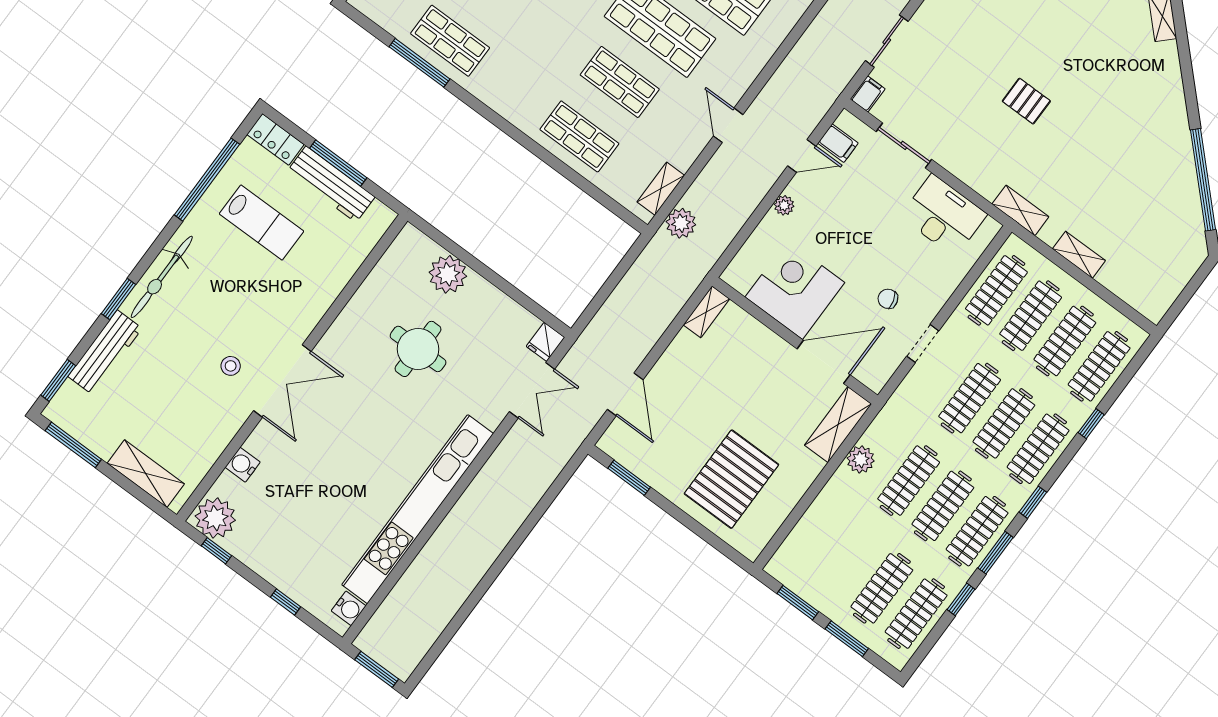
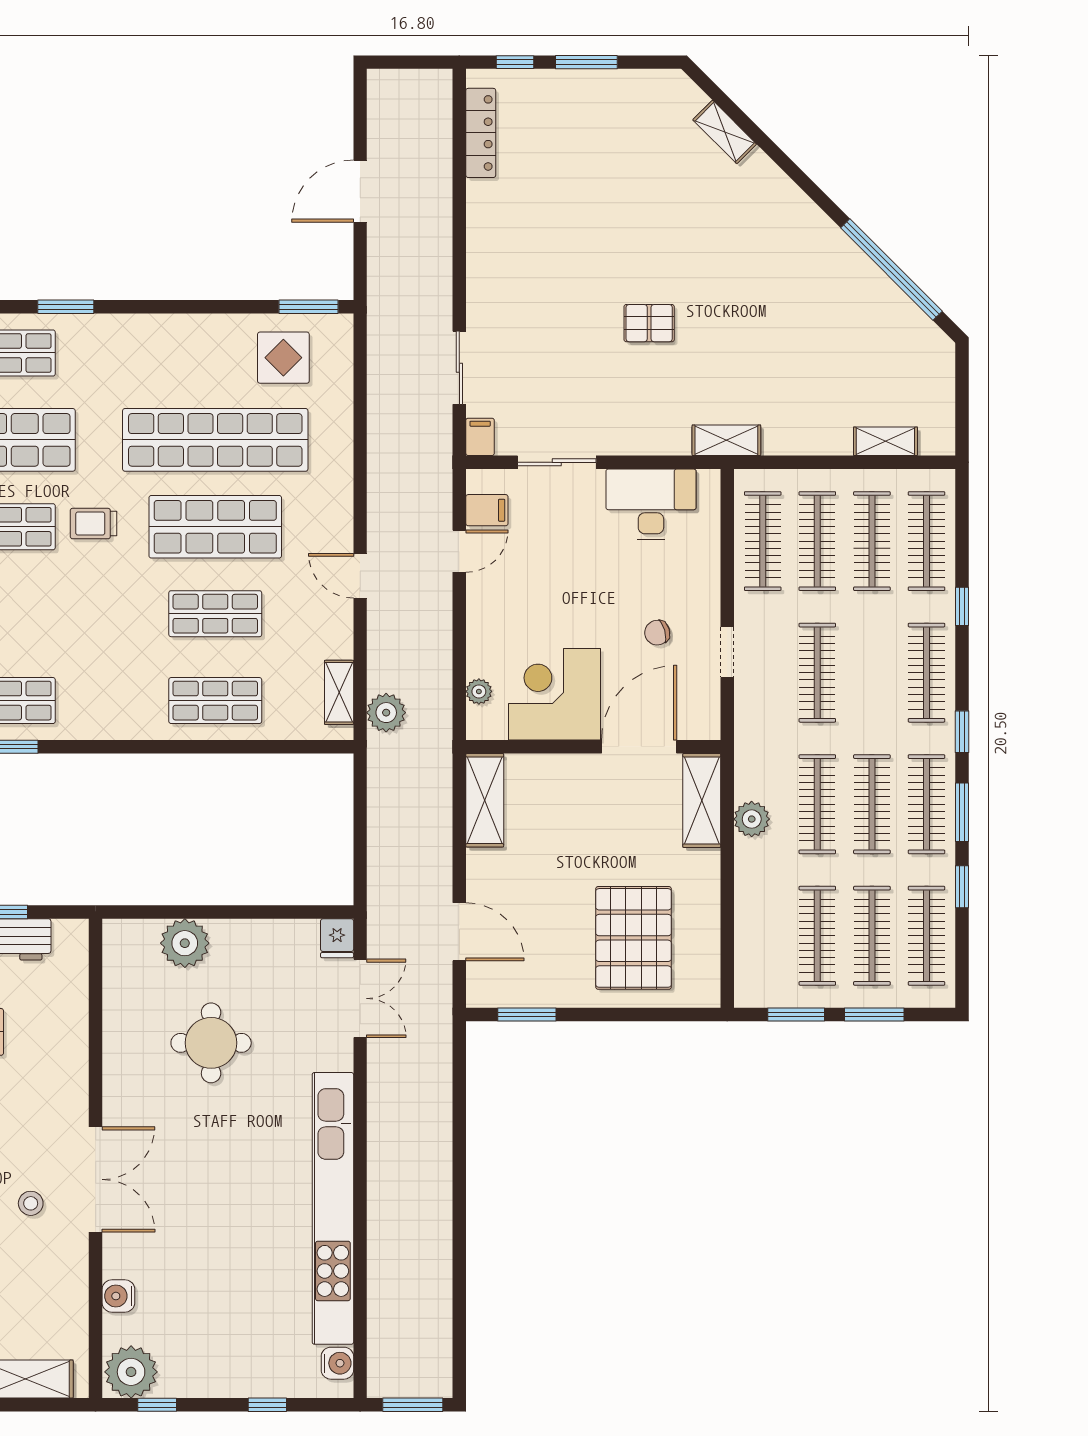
plant: (784, 205) -> (479, 691), moved
shelving: (1079, 255) -> (885, 441), moved
shelving: (706, 312) -> (485, 800), width x1.50, depth x1.33
clothes rail: (1004, 423) -> (817, 936), moved

